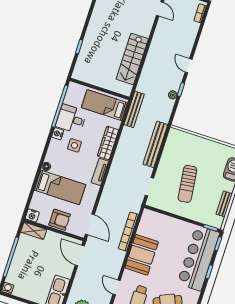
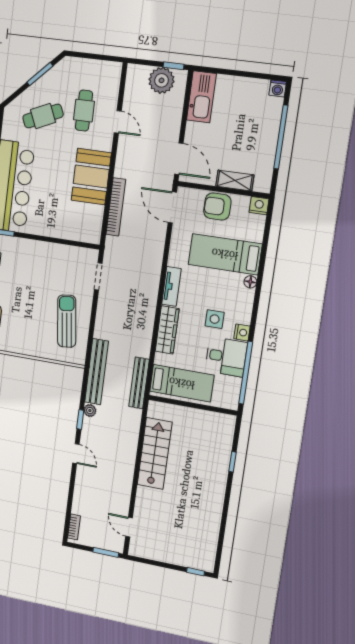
bench: (155, 144) -> (97, 372), moved
sun lounger: (187, 184) -> (67, 321), moved
shelving: (34, 231) -> (235, 180), moved

